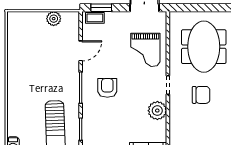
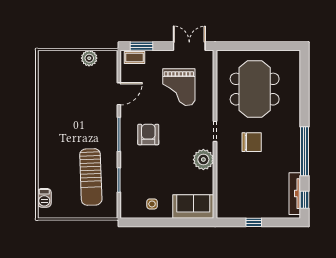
grand piano: (145, 50) -> (179, 87), moved

